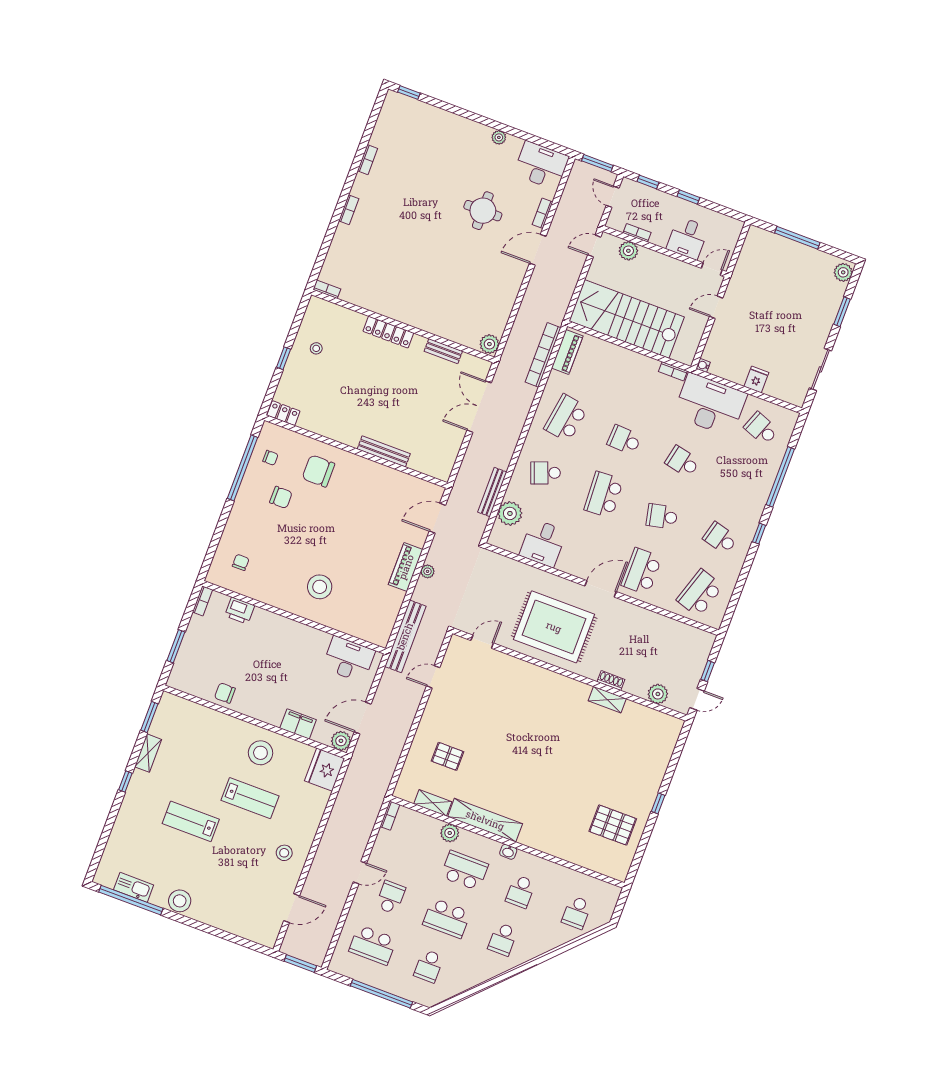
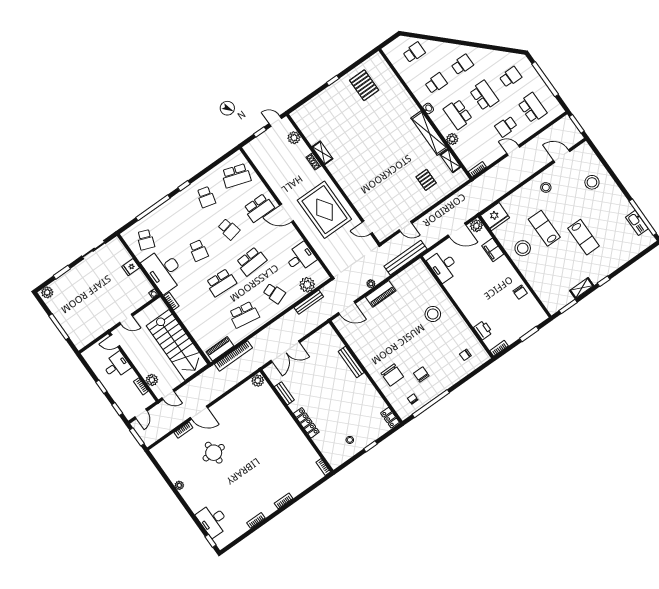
desk: (541, 166) -> (213, 520), moved
school desk: (624, 440) -> (221, 283), width x1.85
stool: (180, 901) -> (592, 182), moved

